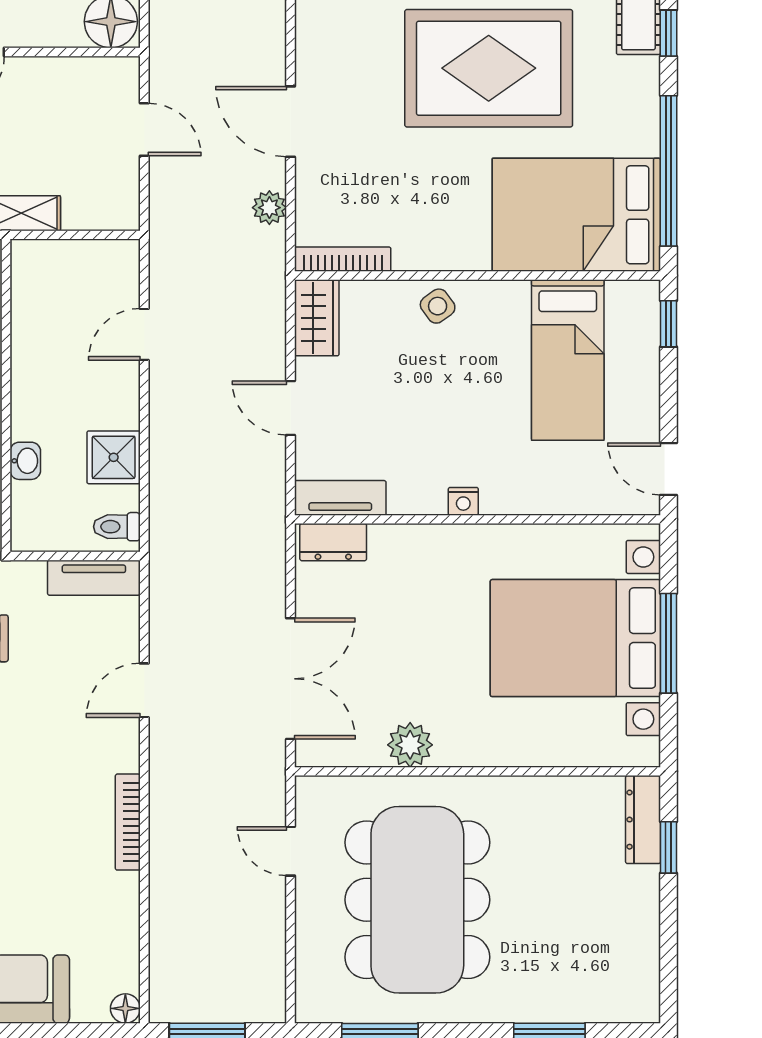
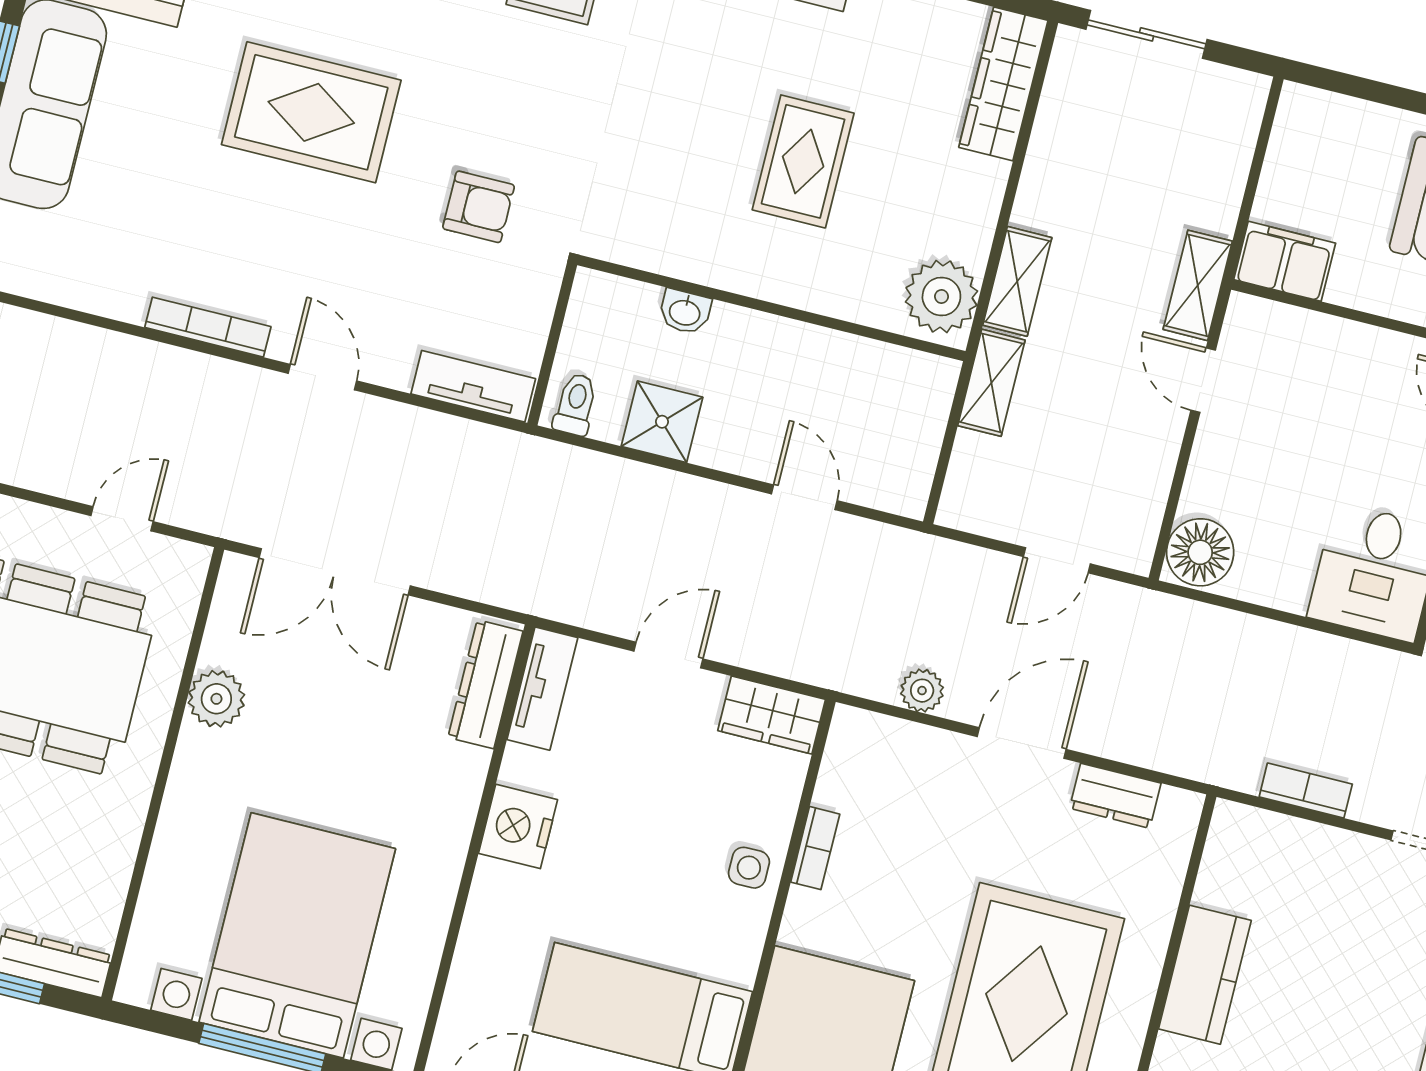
dresser: (313, 40) -> (1115, 796), added
bookcase: (343, 259) -> (815, 848), moved, width x0.64
side table: (438, 306) -> (749, 868), turned 36
nightstand: (463, 501) -> (518, 826), width x1.89, depth x1.79
dresser: (333, 542) -> (485, 684), width x1.44
tv unit: (94, 578) -> (473, 386), moved, turned 90
door: (144, 690) -> (322, 377), moved

